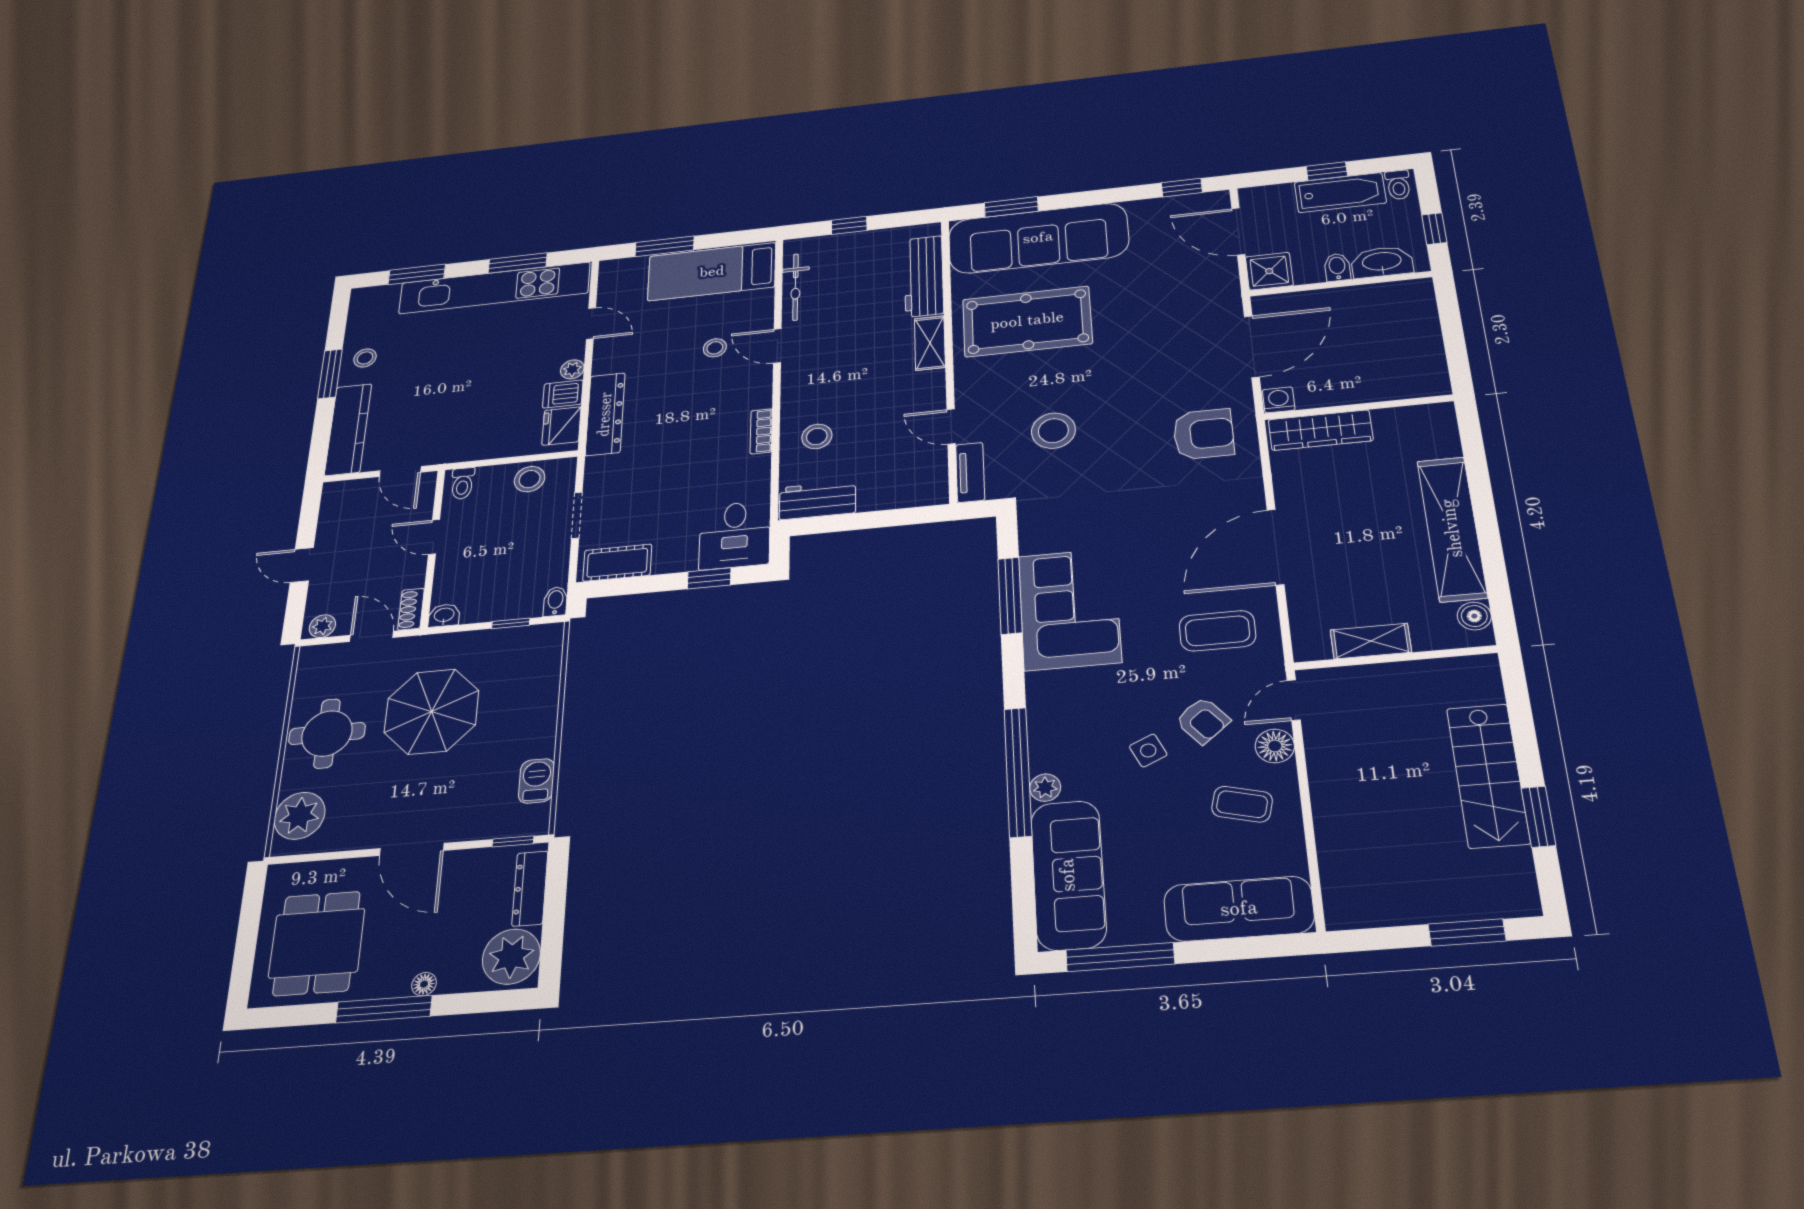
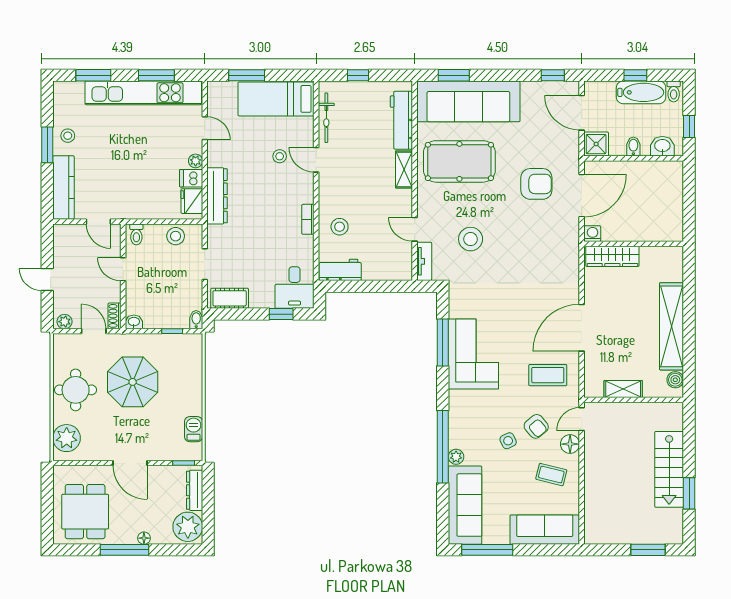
washbasin: (1382, 262) -> (662, 146), width x0.72
armchair: (1203, 434) -> (536, 184), moved

